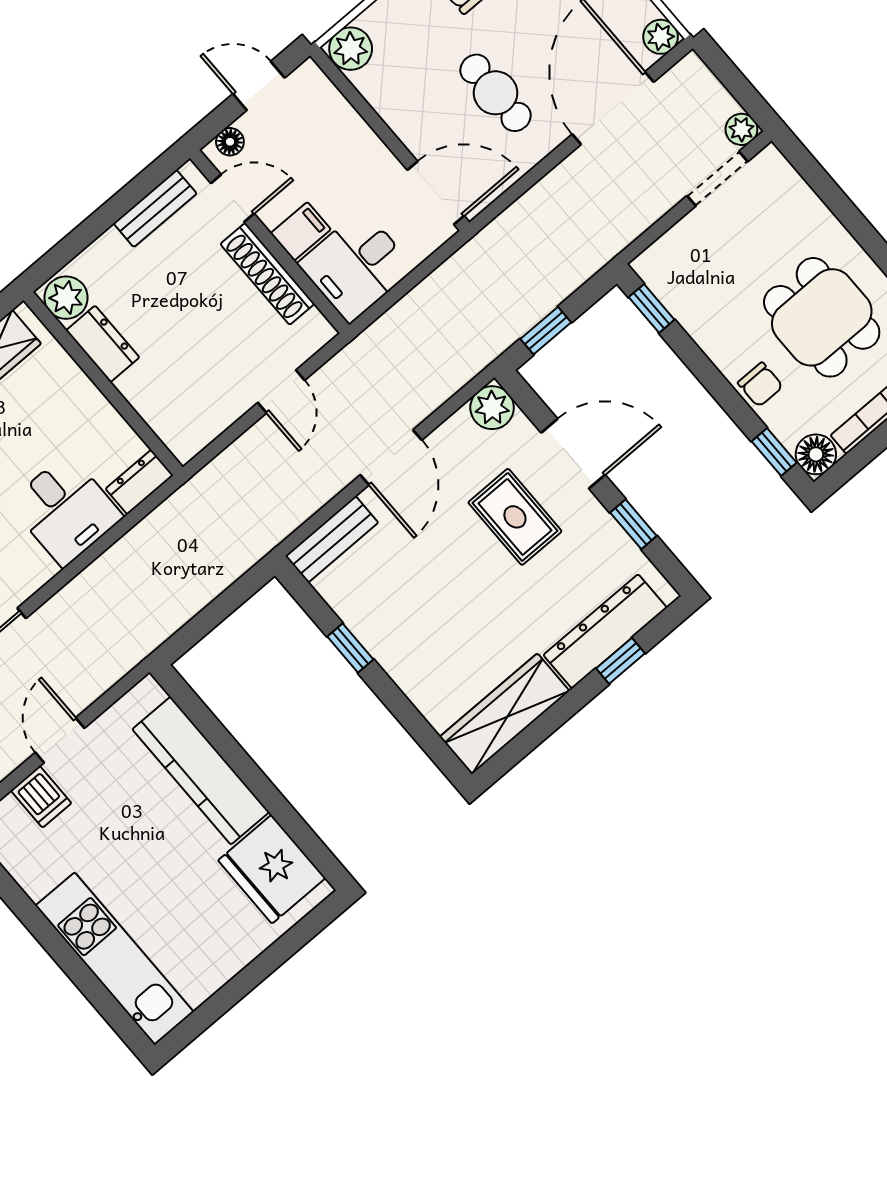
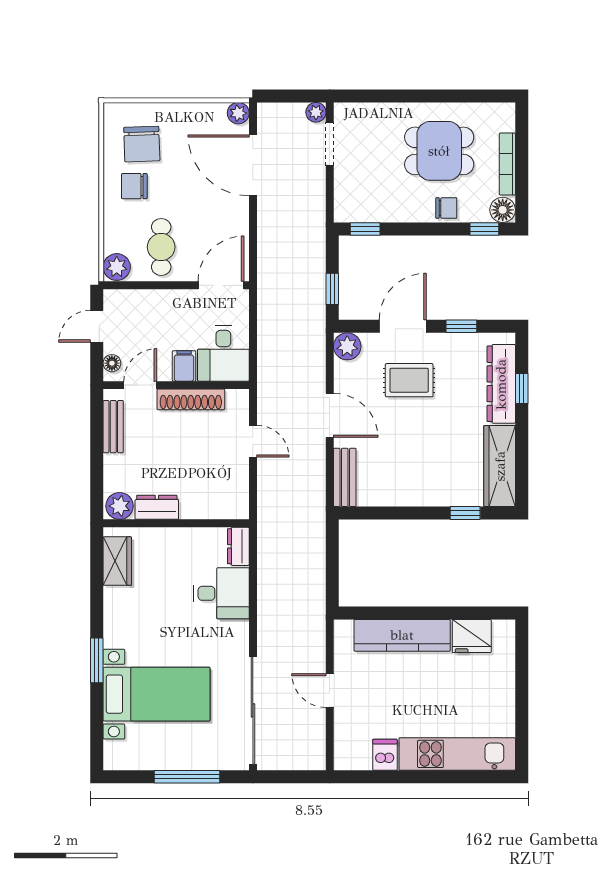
cafe table: (496, 93) -> (161, 247), moved, turned 90
window: (350, 648) -> (465, 513), moved
dishwasher: (41, 797) -> (385, 755), moved, turned -90
fridge: (272, 869) -> (472, 636), width x0.73, depth x0.75

